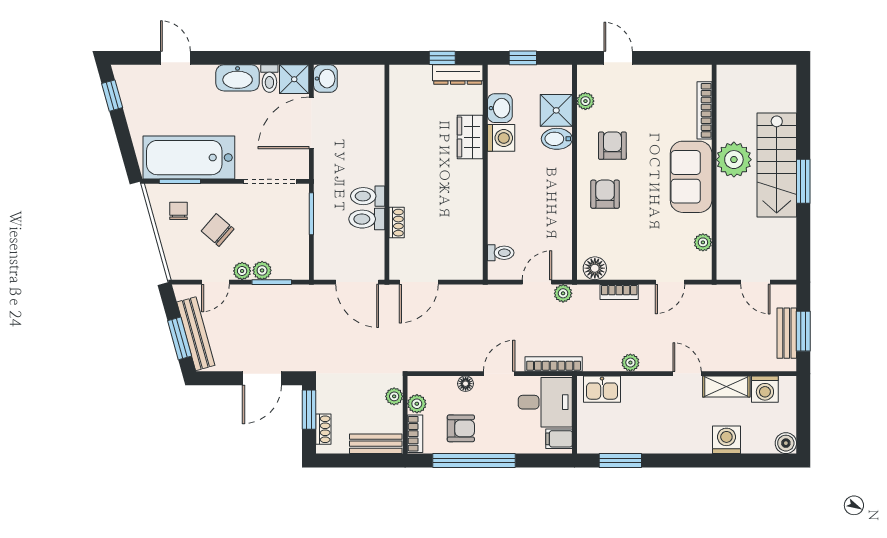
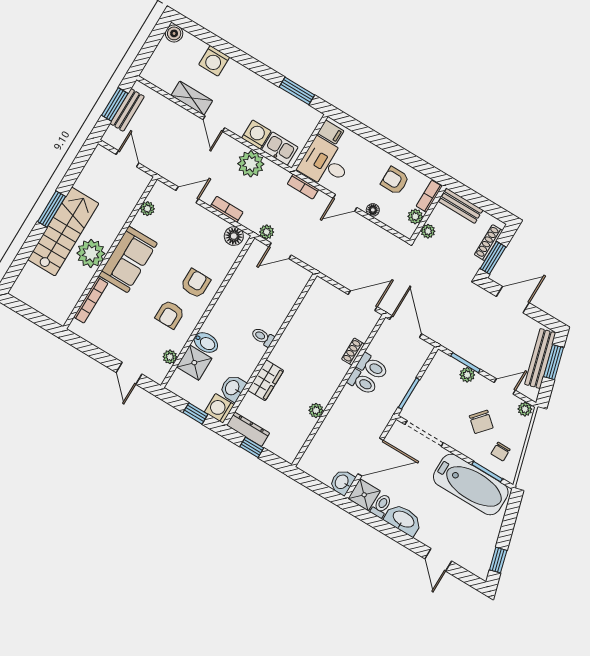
plant: (398, 137) -> (316, 410), added
washing machine: (501, 138) -> (219, 408), moved
armchair: (605, 194) -> (195, 284), turned 180
toilet: (501, 253) -> (263, 337), moved
plant: (242, 271) -> (525, 409), moved
plant: (630, 363) -> (251, 164), width x1.88, depth x1.88
bookcase: (554, 364) -> (303, 187), width x0.64
washing machine: (765, 389) -> (256, 135), moved
shoe rack: (323, 429) -> (489, 243), width x1.43
window: (474, 461) -> (399, 153), removed

